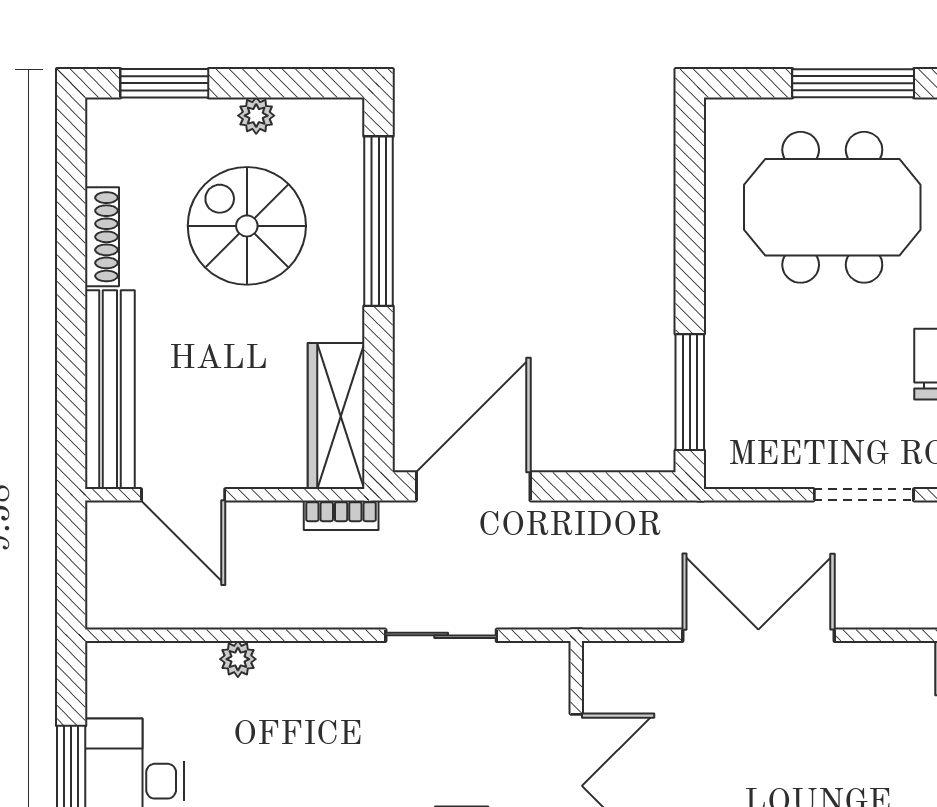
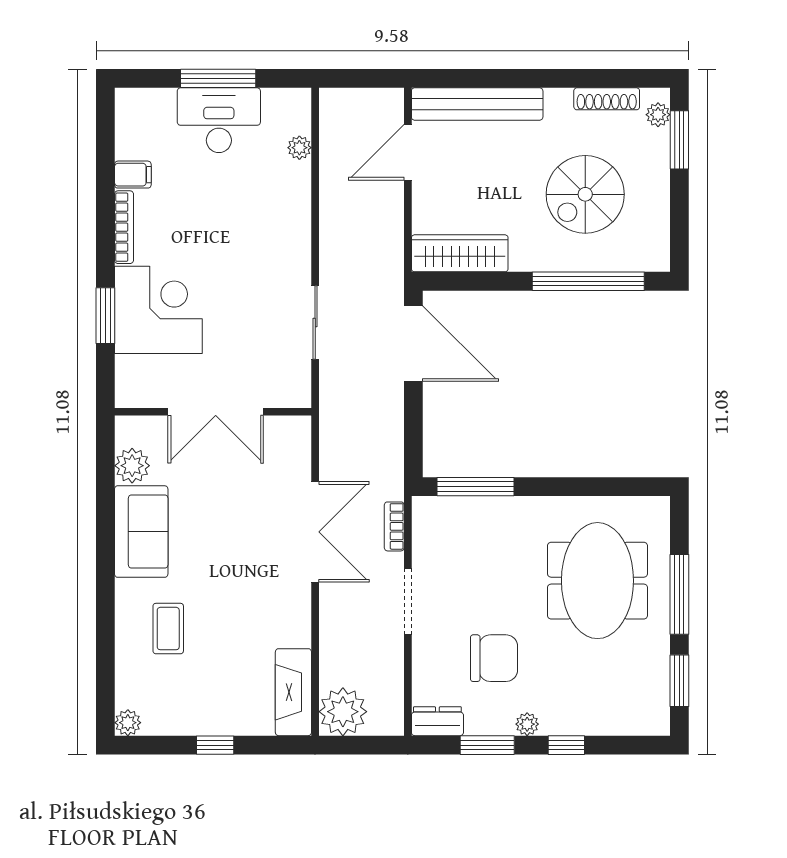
plant: (256, 116) -> (658, 115), moved
spiral stairs: (247, 226) -> (585, 194), turned 180
shoe rack: (102, 237) -> (607, 99), moved
bookcase: (341, 515) -> (394, 526), moved
plant: (238, 659) -> (299, 148), moved

